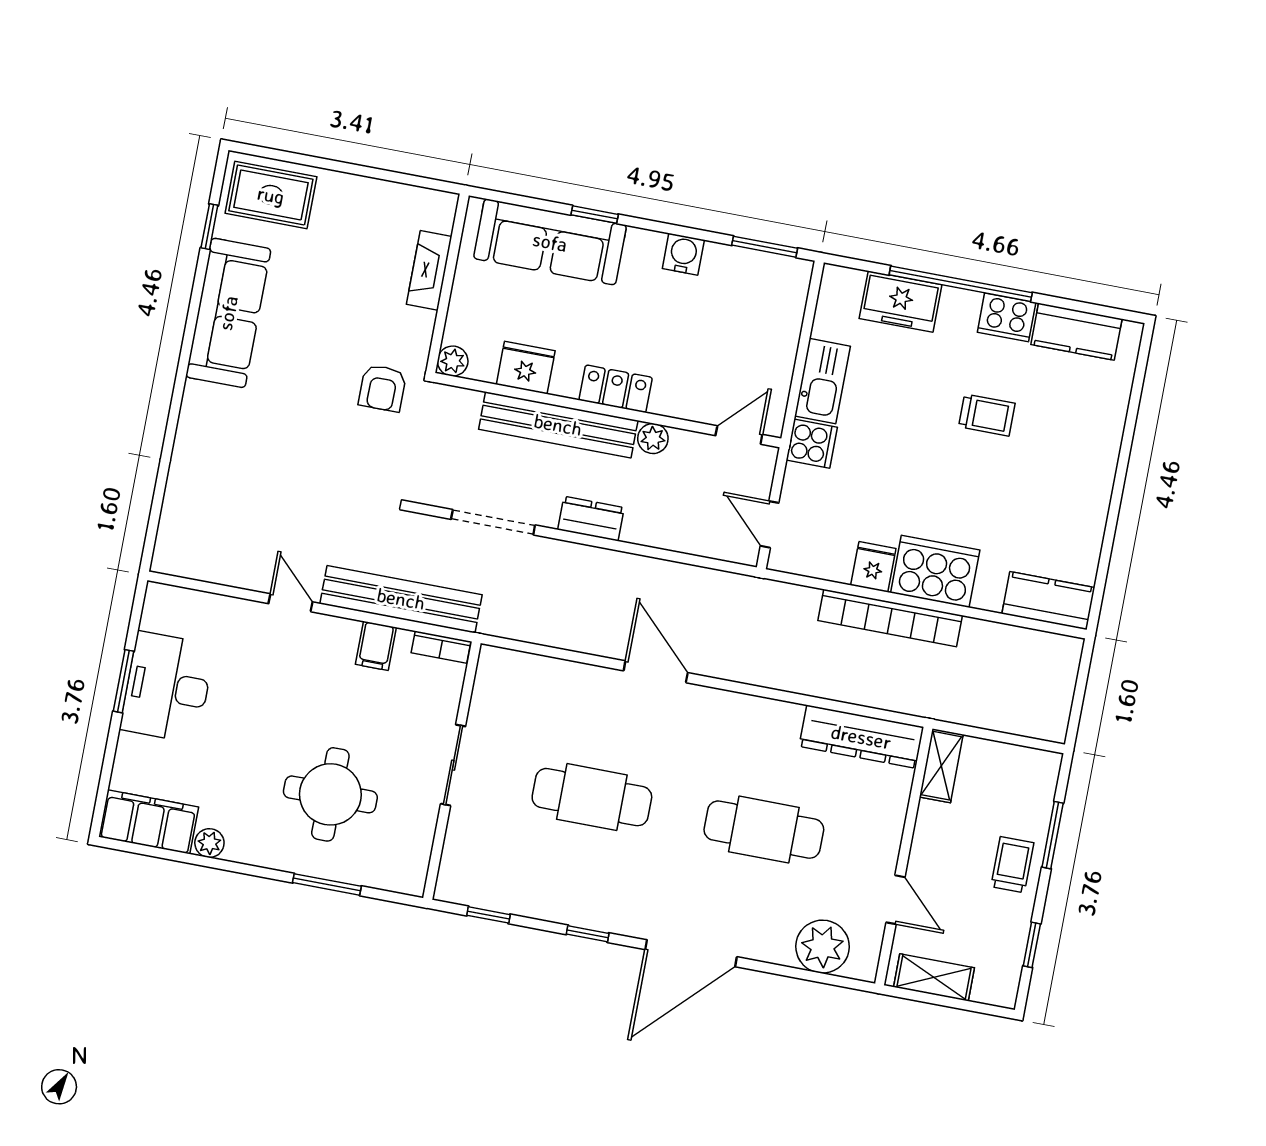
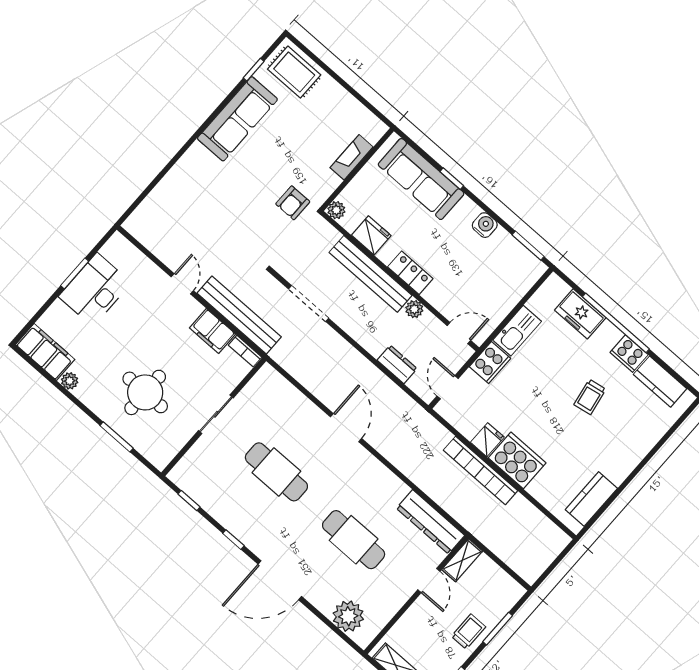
trolley: (987, 415) -> (590, 397), turned 80
cooker: (812, 444) -> (490, 362), width x1.36
dresser: (591, 519) -> (397, 364), moved
kitchen counter: (1048, 601) -> (591, 499), moved, turned -90
filing cabinet: (376, 646) -> (213, 331), width x2.00
door: (896, 900) -> (429, 580), moved

